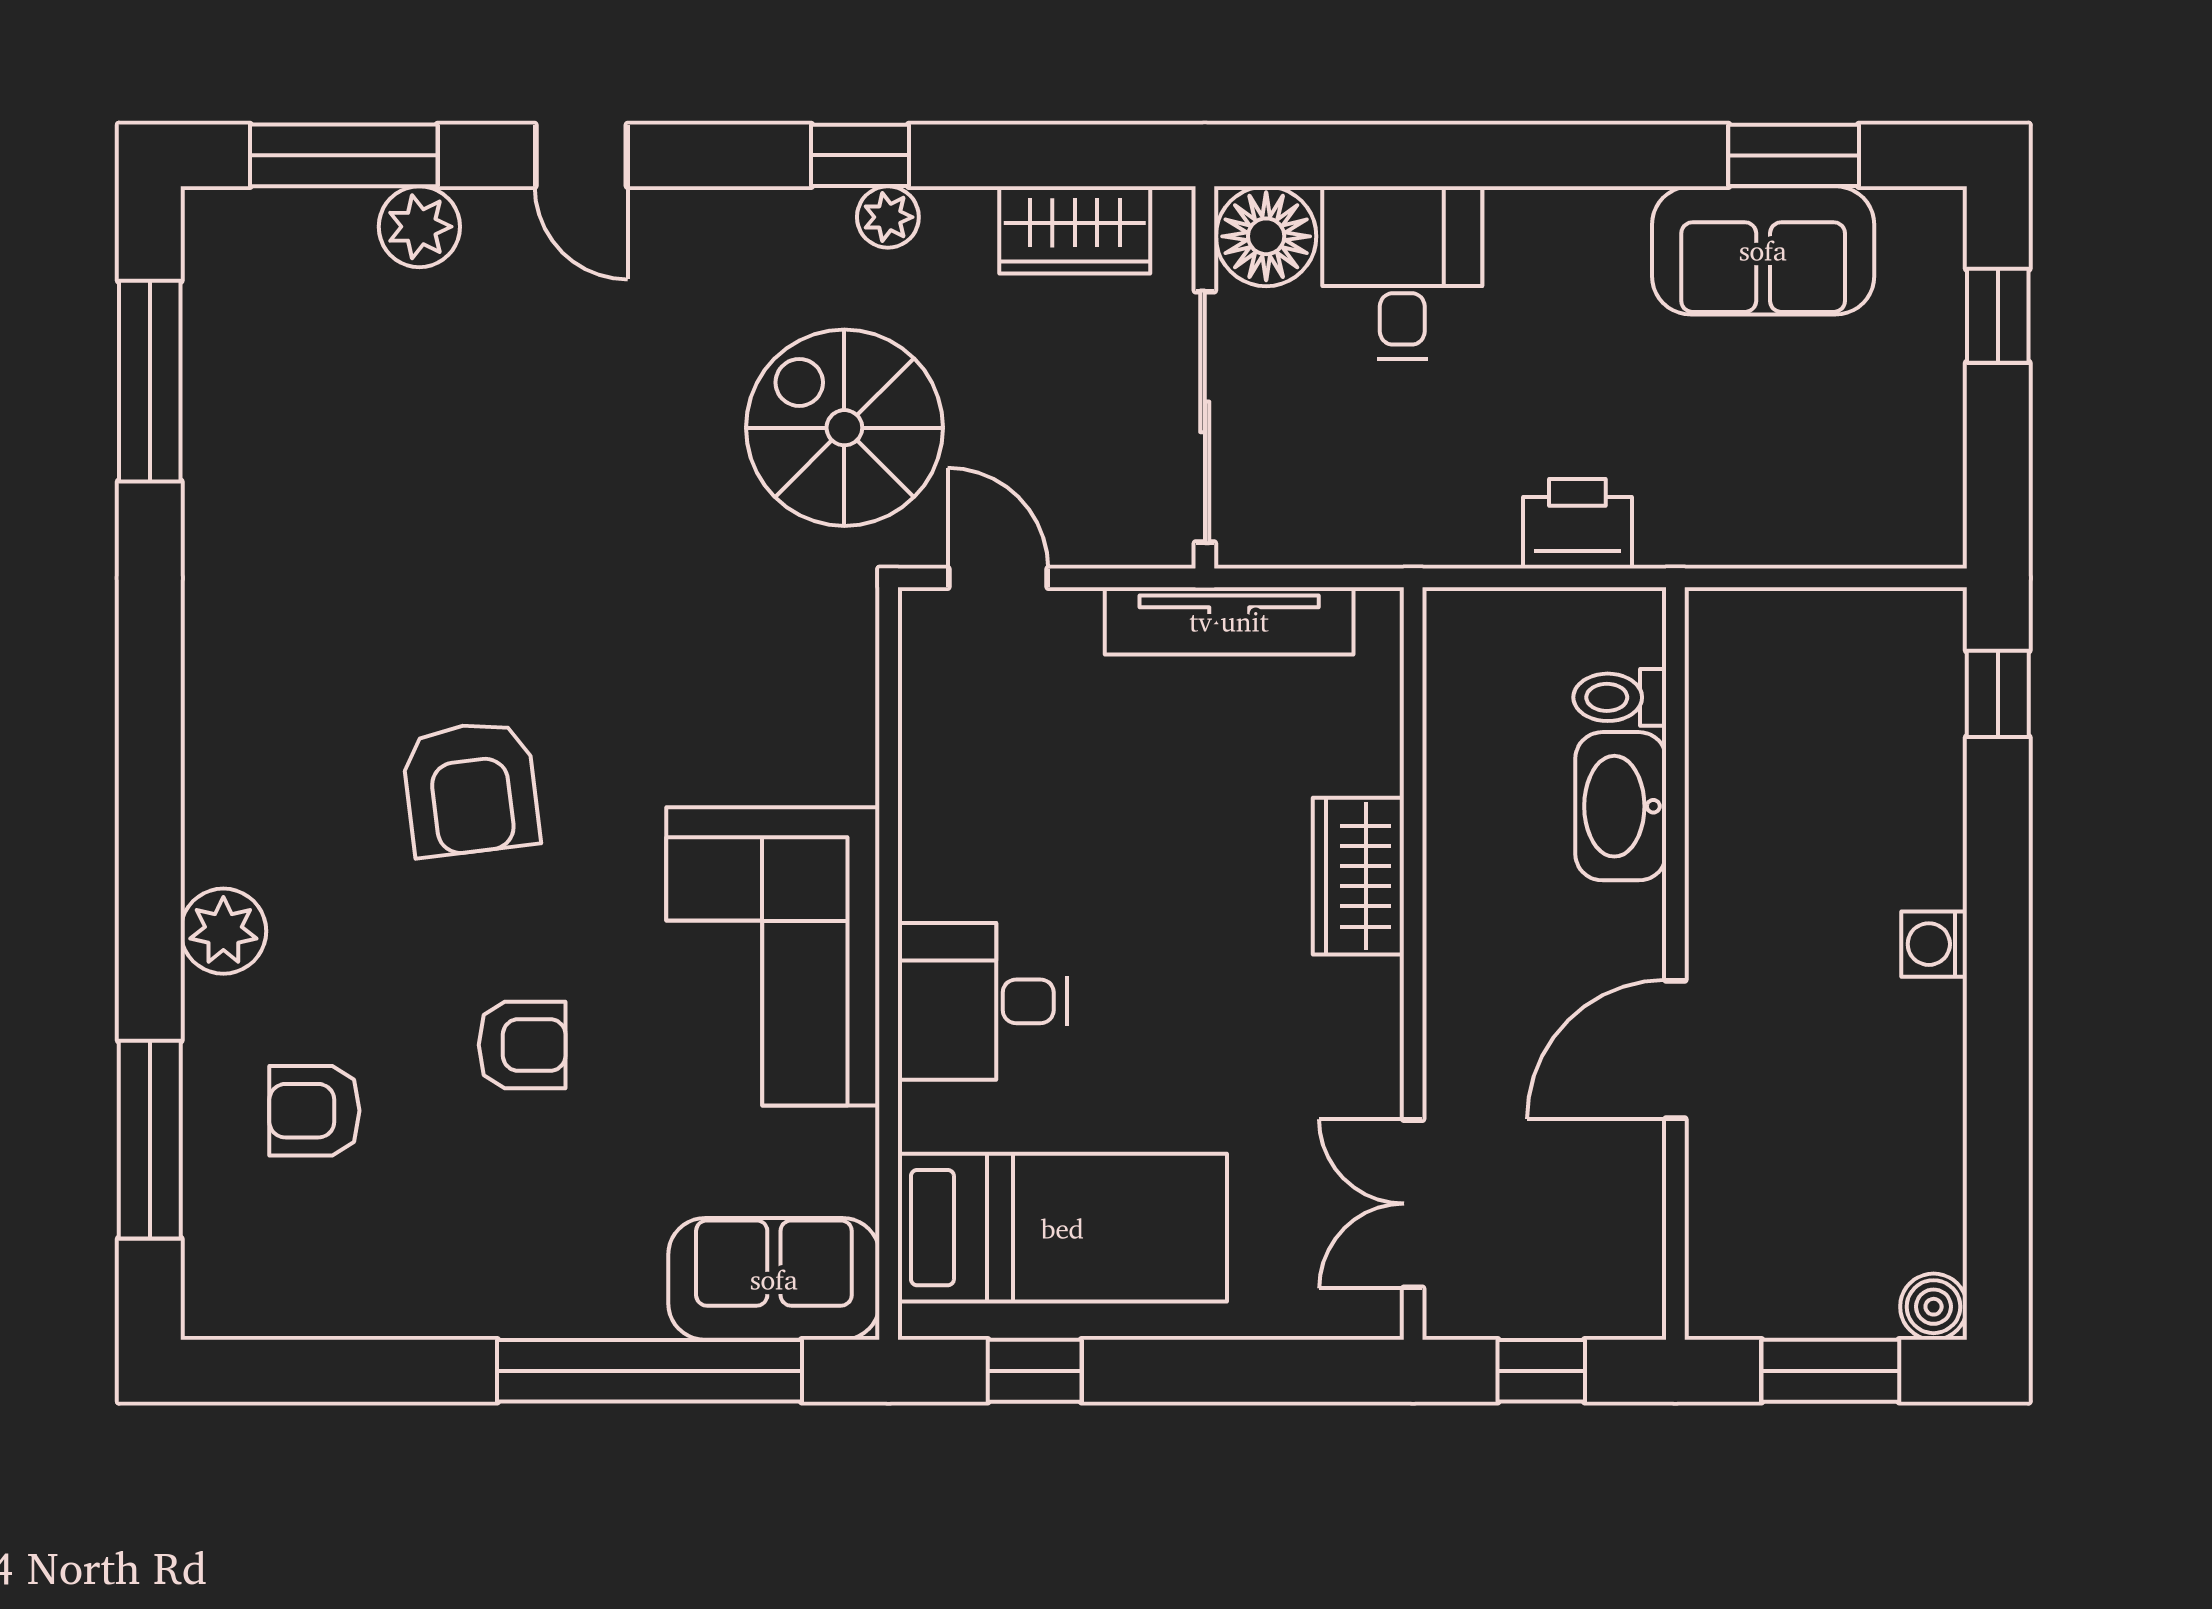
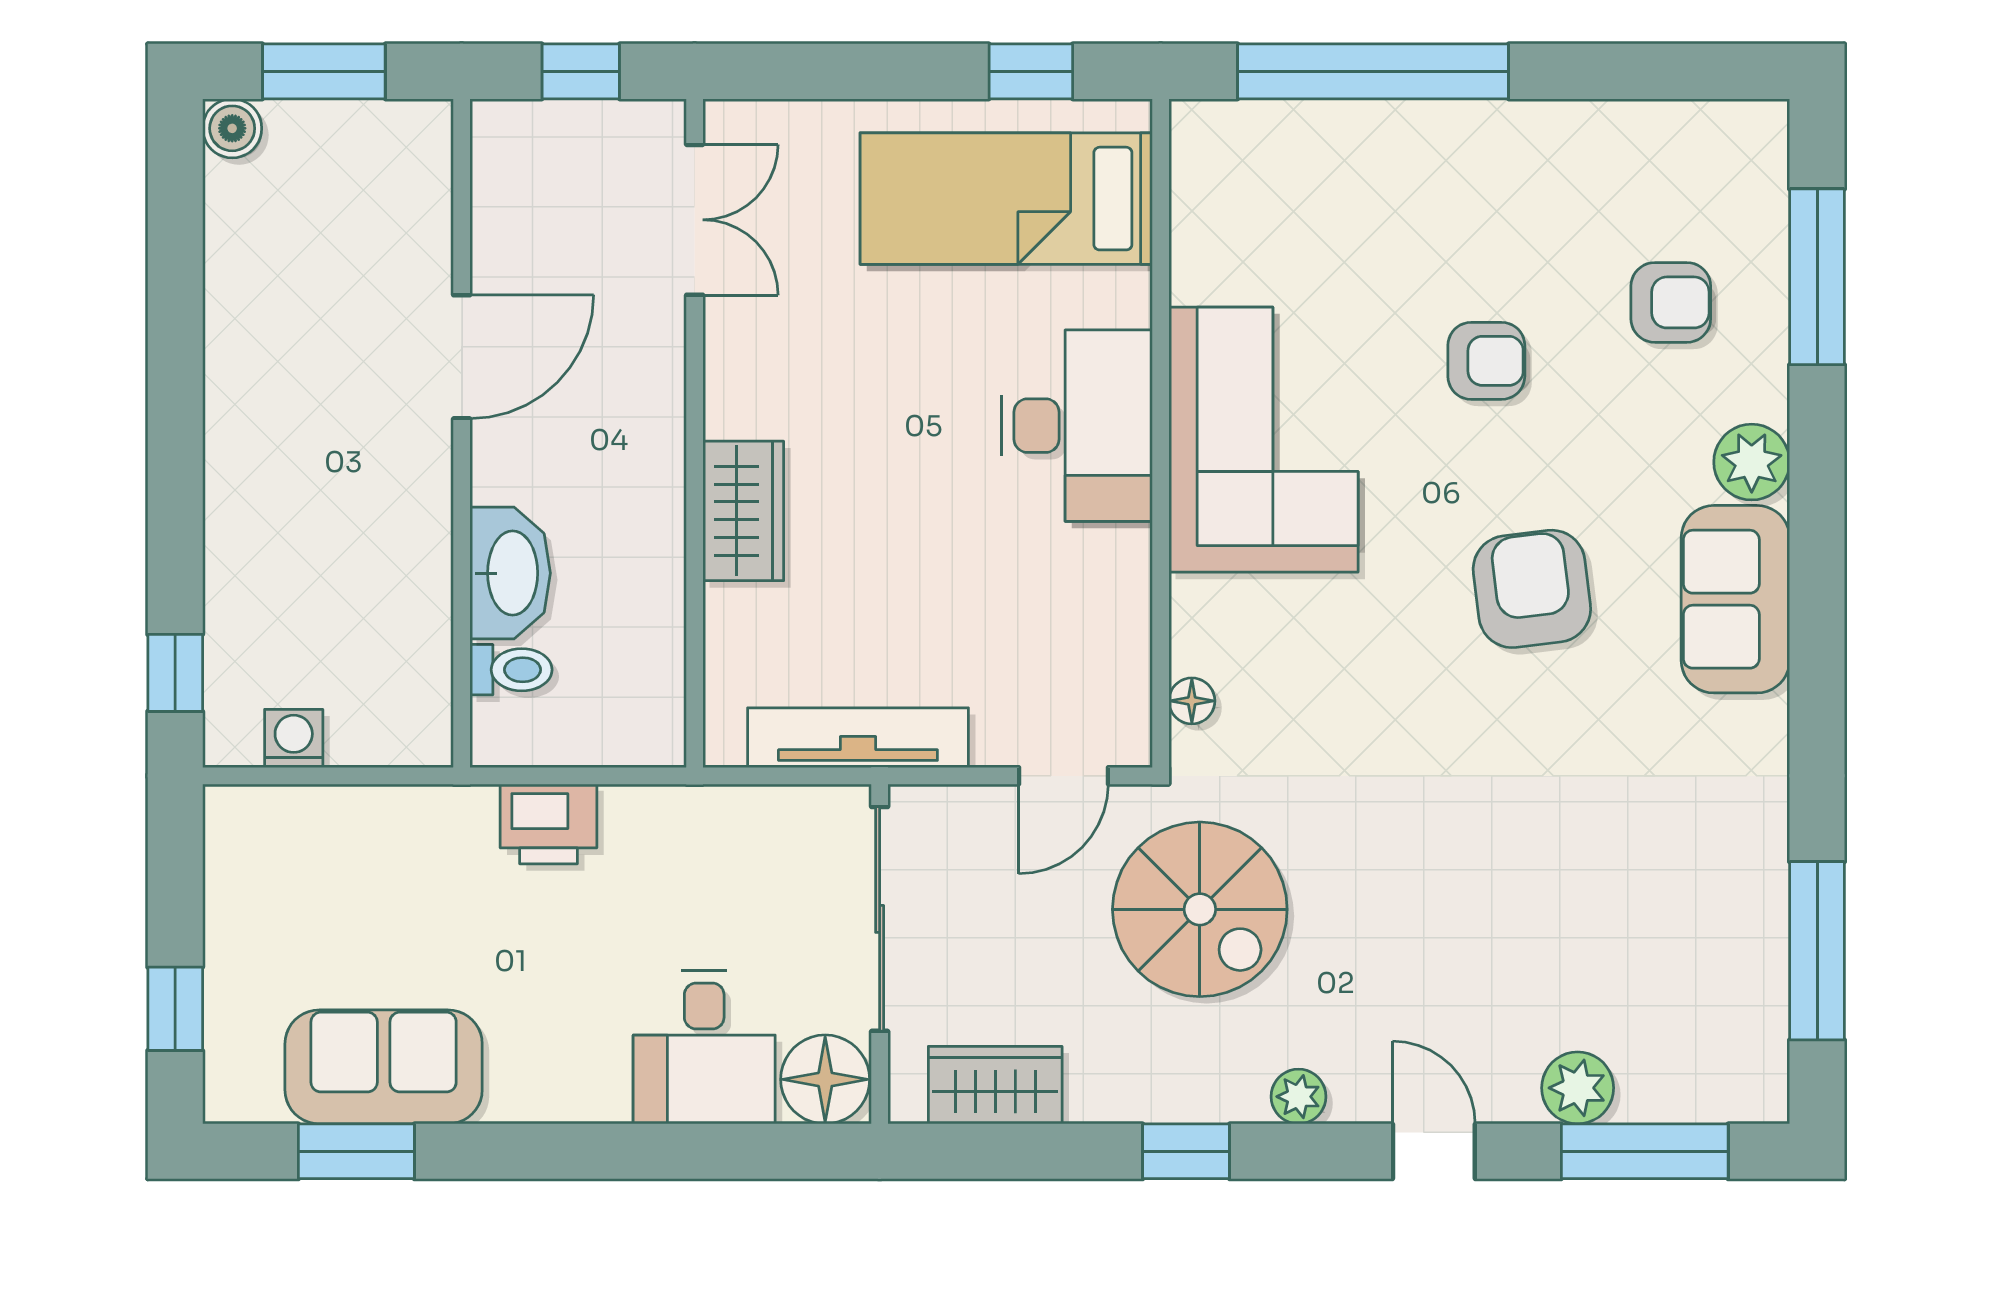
plant: (888, 217) -> (1299, 1097), moved
door: (998, 578) -> (1063, 776), hinge flipped
floor lamp: (854, 662) -> (1192, 701), added
washing machine: (1934, 944) -> (294, 738), moved, turned -90
desk: (983, 1001) -> (1077, 426), width x1.37
armchair: (522, 1045) -> (1486, 361), turned 180
sofa: (774, 1279) -> (1735, 599), moved, turned 90

